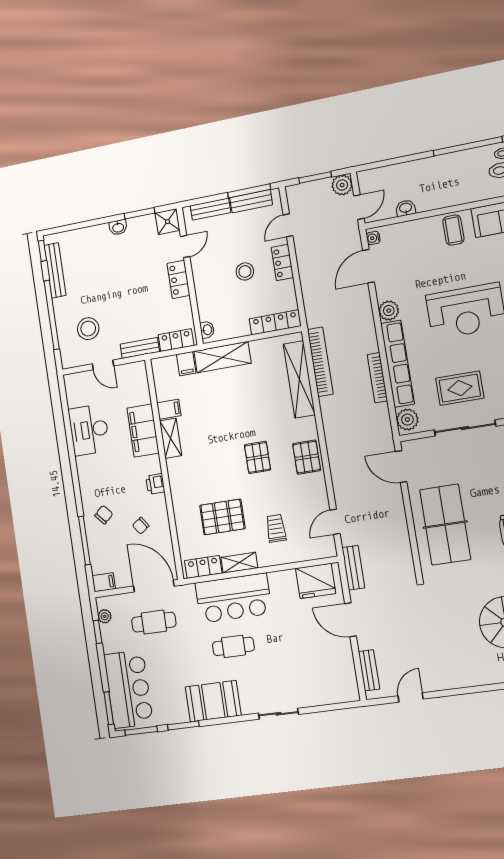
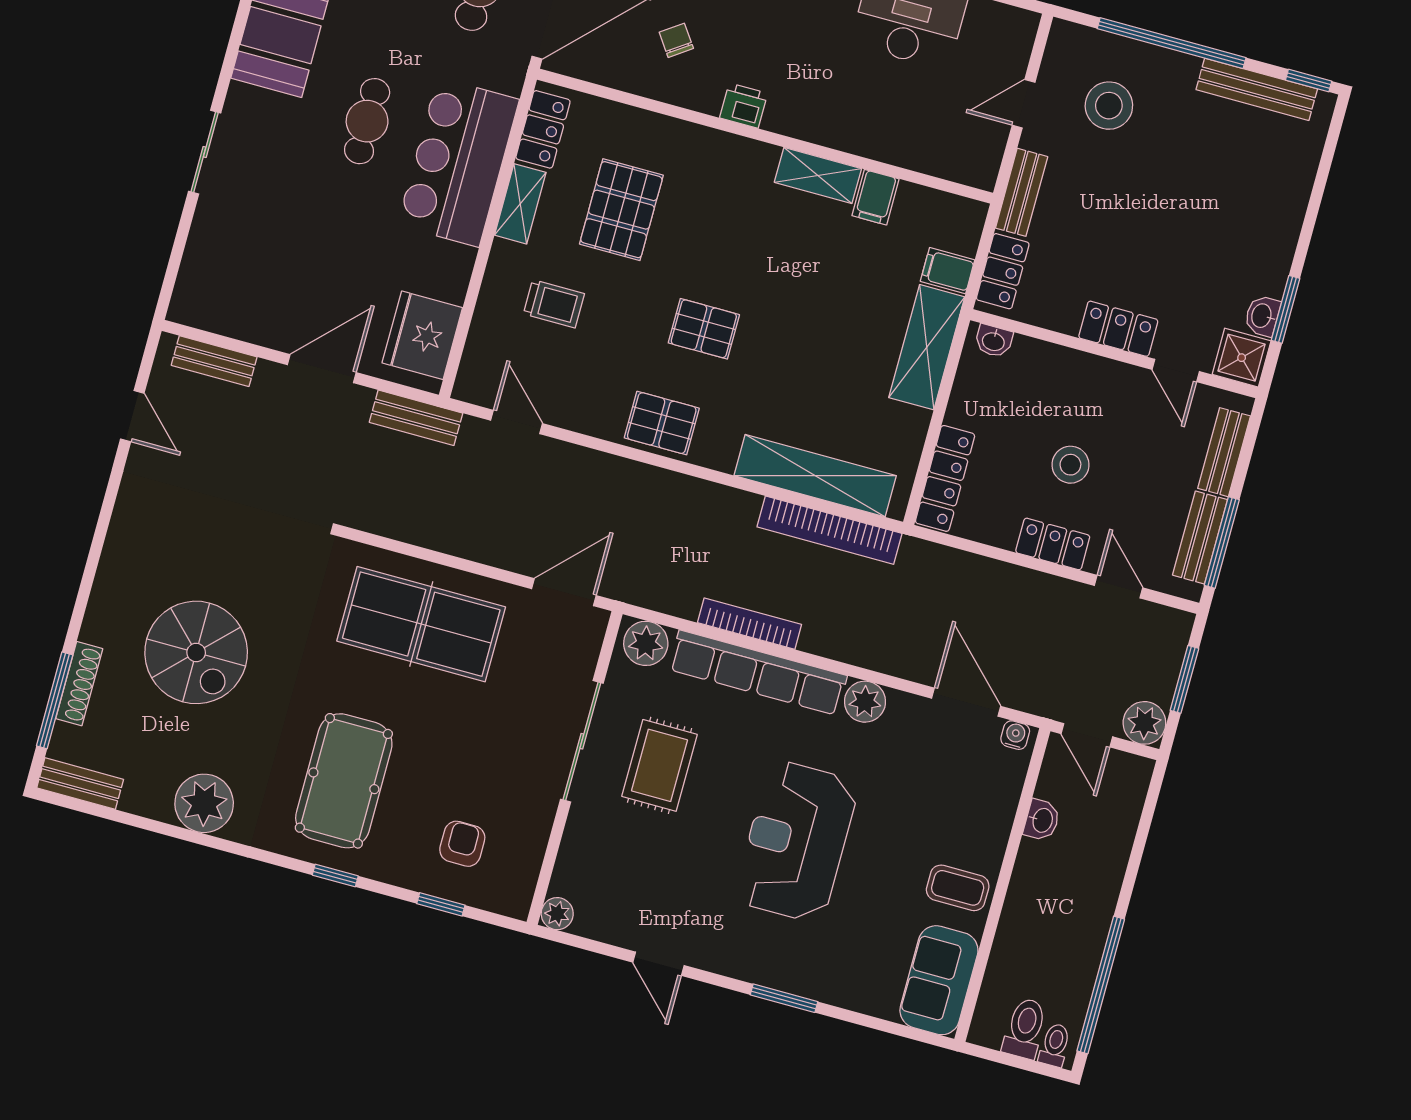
washbasin: (118, 227) -> (1262, 316), moved
filing cabinet: (143, 431) -> (858, 127), removed

